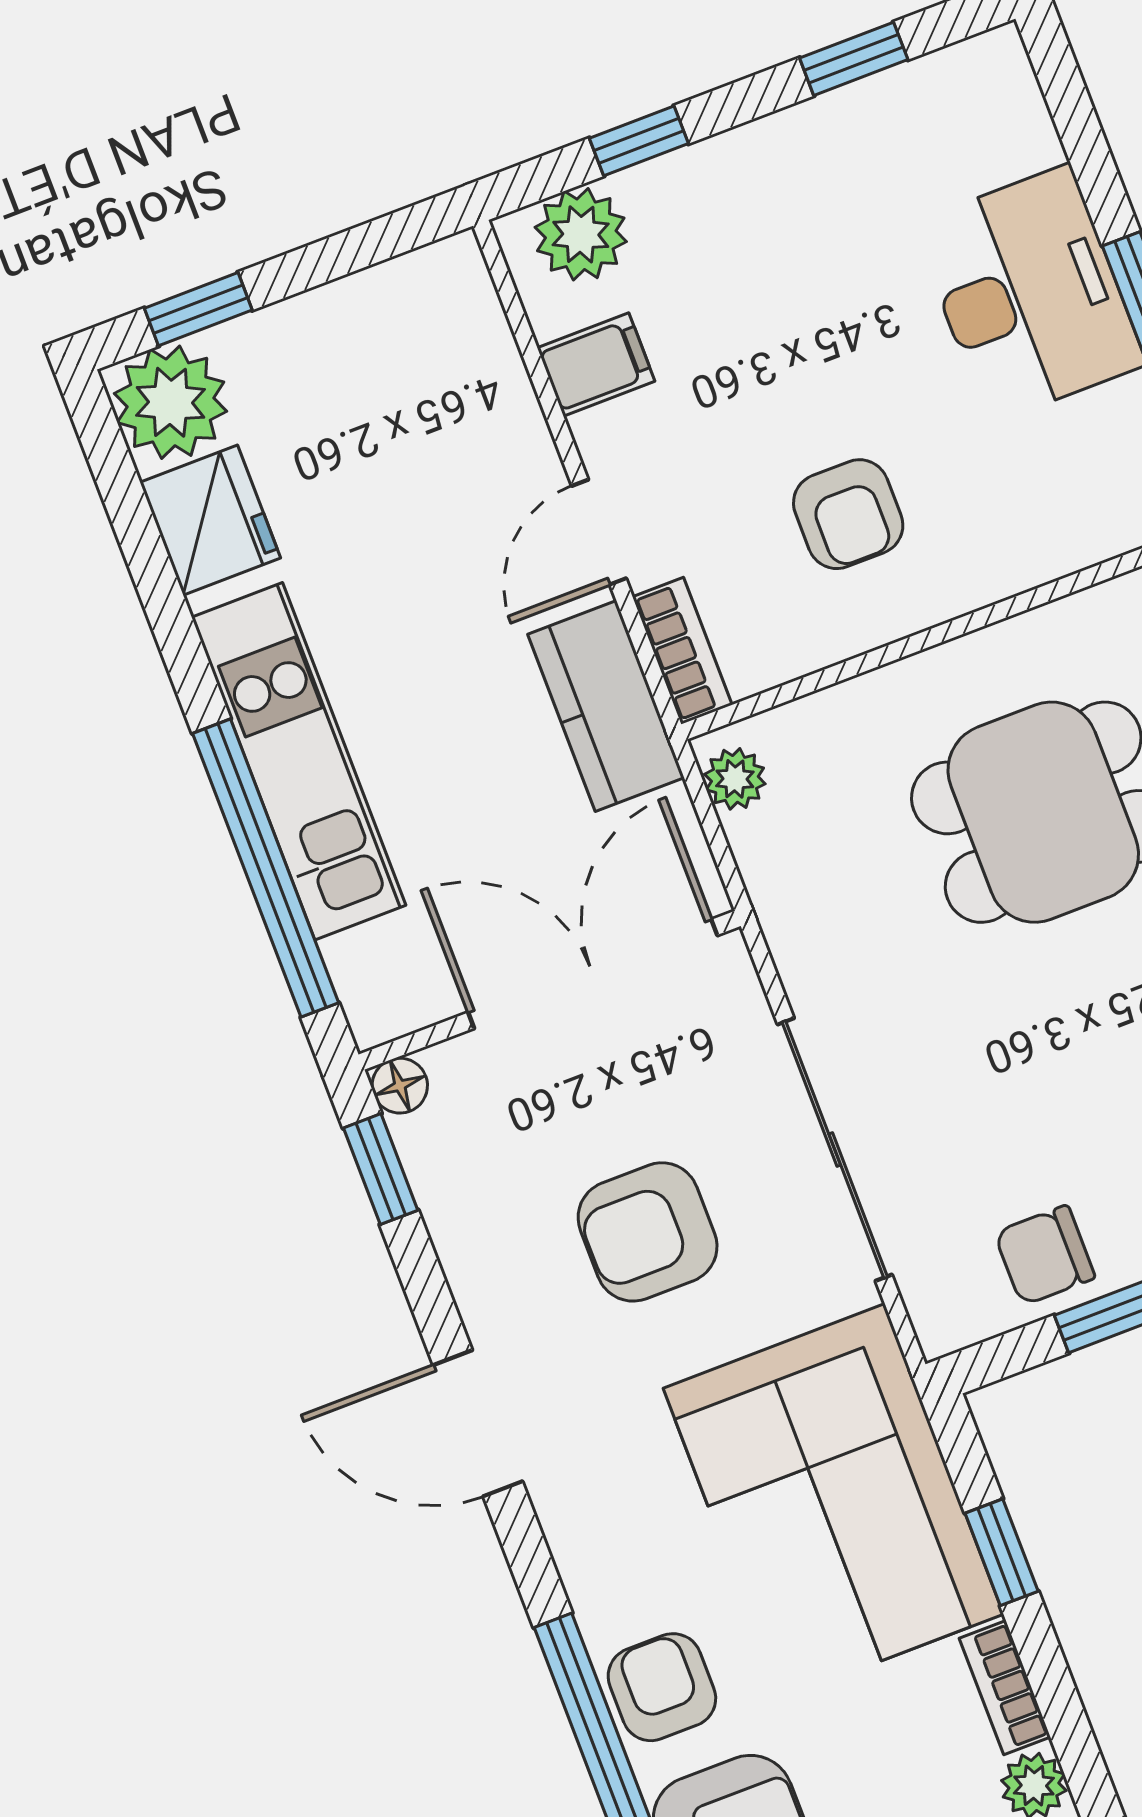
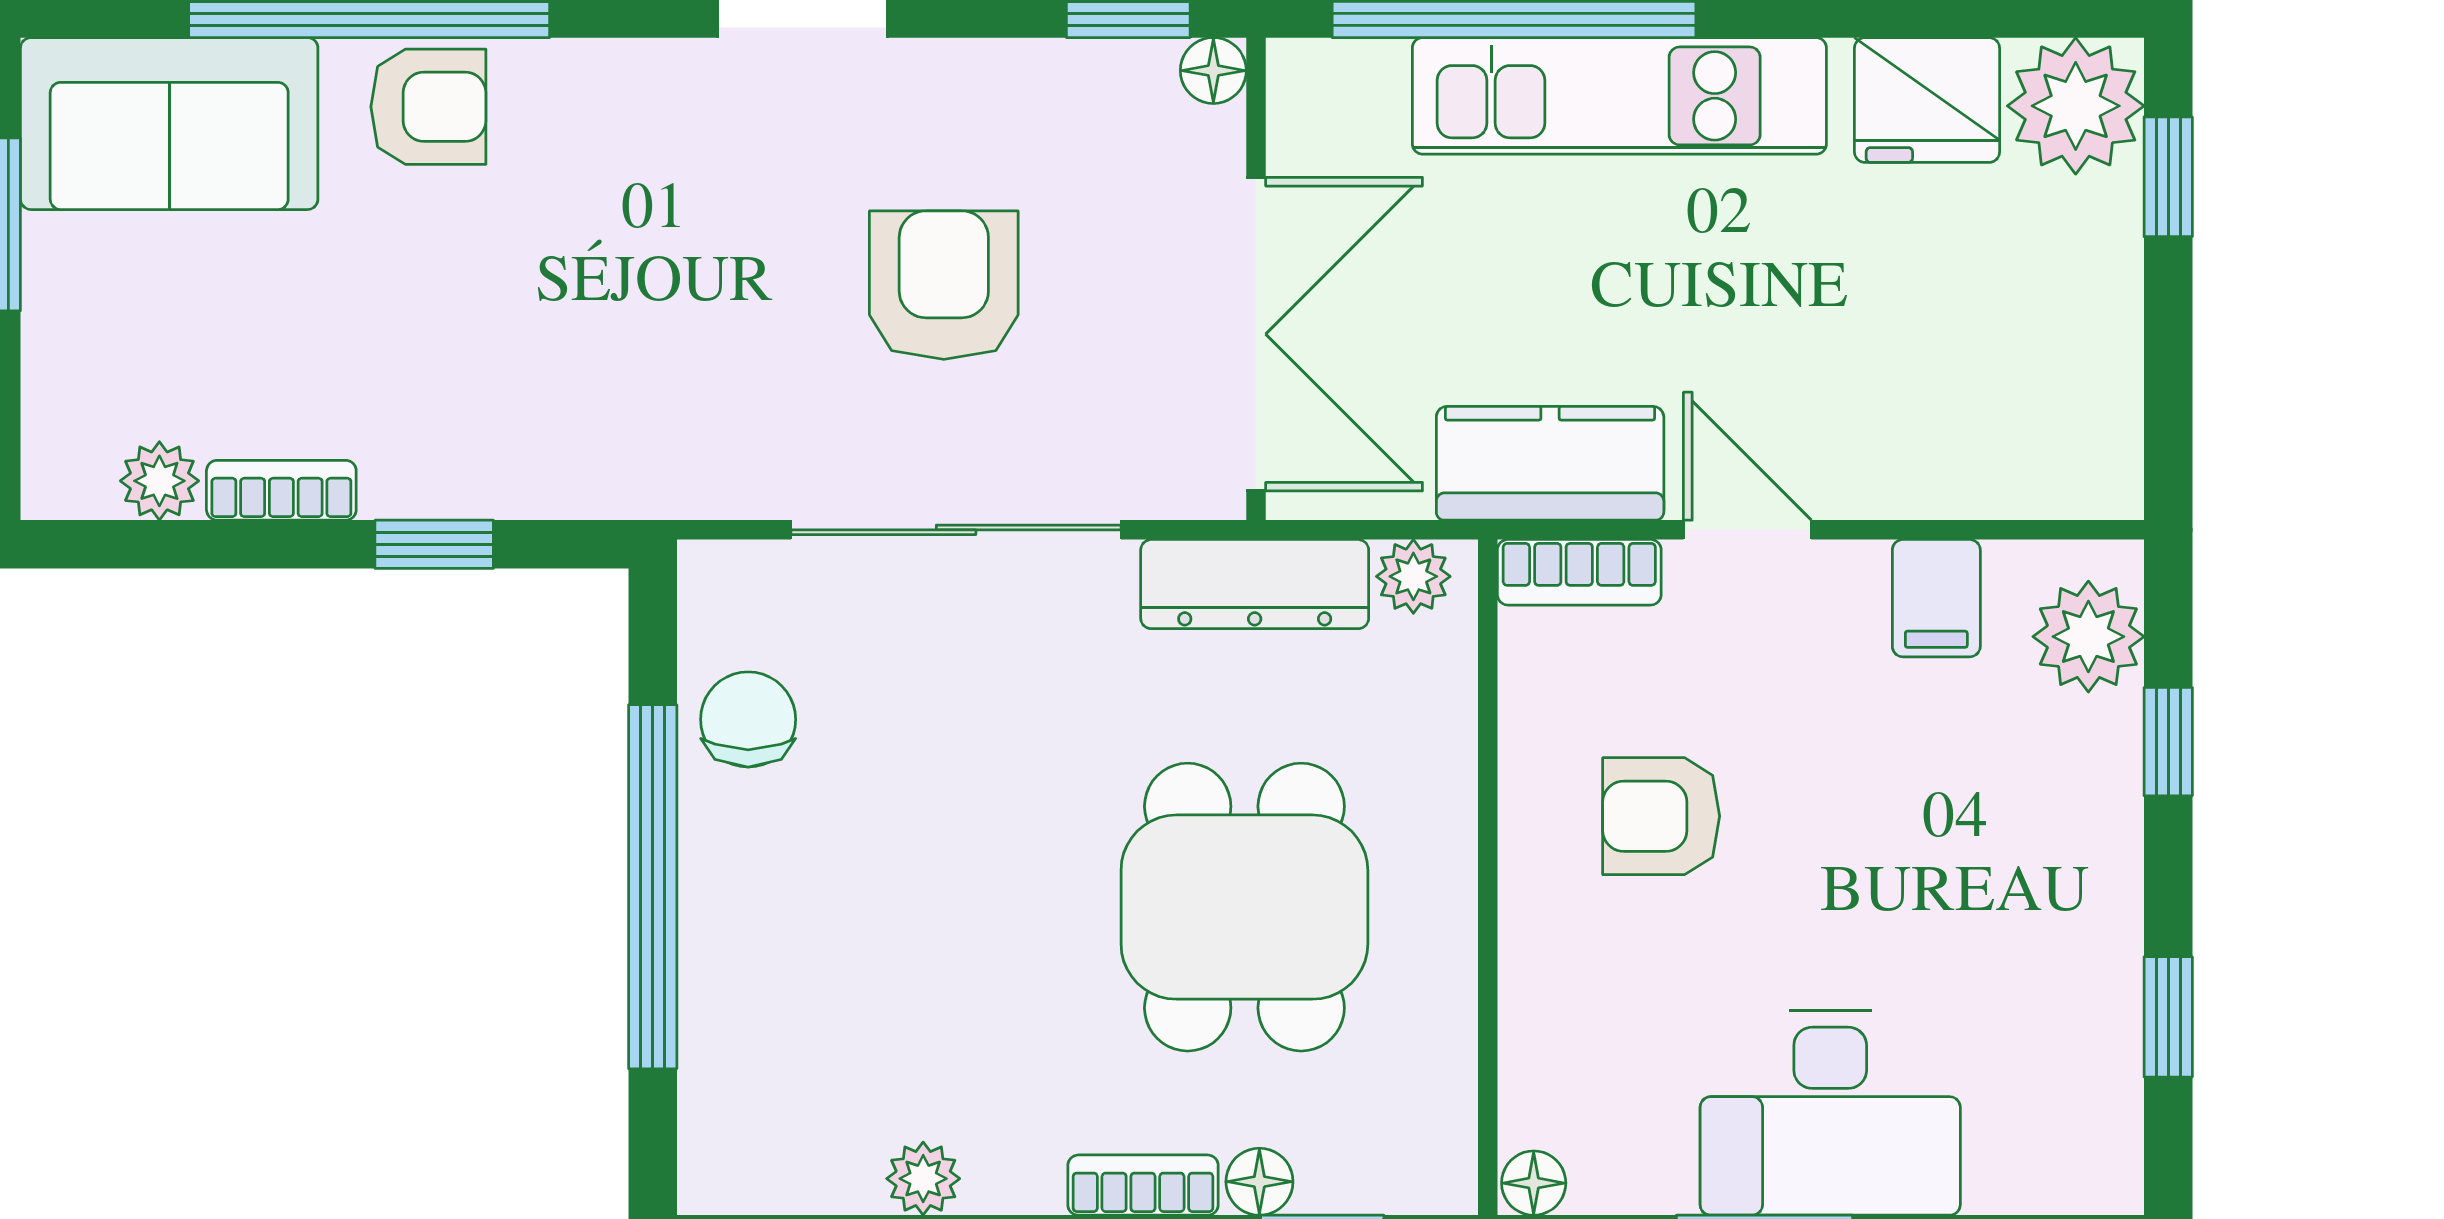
dresser: (788, 900) -> (1255, 584), added
corner sofa: (833, 1501) -> (563, 378), removed

